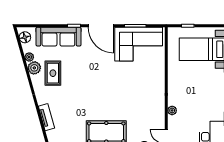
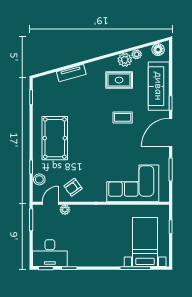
corner sofa: (139, 44) -> (133, 183), moved, turned 90
coffee table: (87, 70) -> (123, 117), added
plant: (172, 110) -> (65, 210), moved
armchair: (152, 116) -> (73, 187), added

